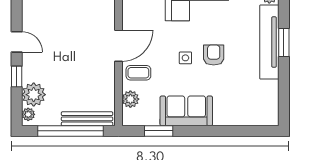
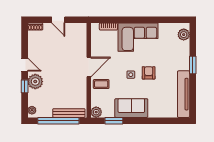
tv unit: (269, 42) -> (184, 94), moved
plant: (34, 95) -> (35, 82), moved
plant: (130, 99) -> (96, 112), moved

